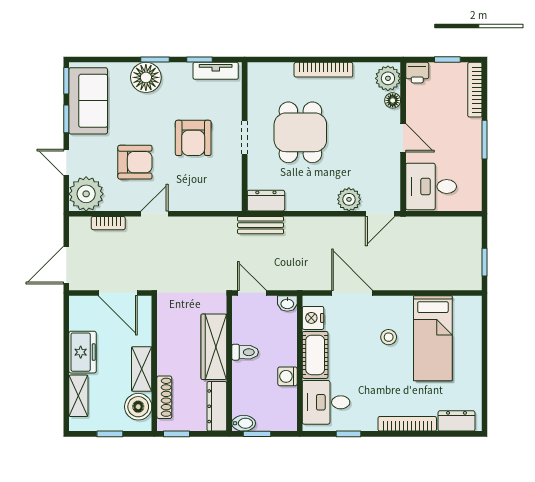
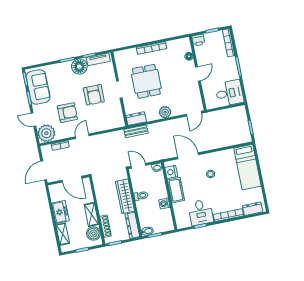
floor lamp: (146, 77) -> (79, 67), moved
plant: (388, 78) -> (184, 46), removed
door: (403, 138) -> (198, 74), hinge flipped
desk: (431, 186) -> (229, 93), moved, turned 180
plant: (349, 199) -> (165, 112), moved
bed: (433, 338) -> (247, 167), moved
desk: (326, 402) -> (201, 212), moved, turned -90

